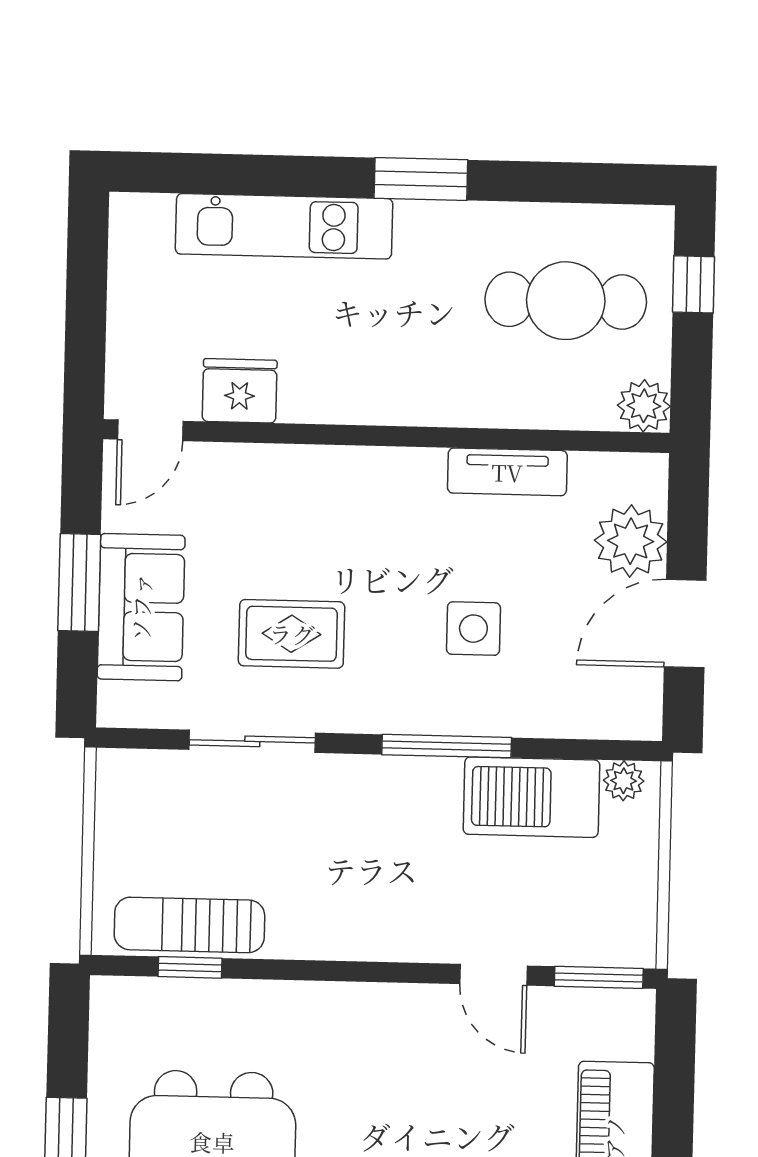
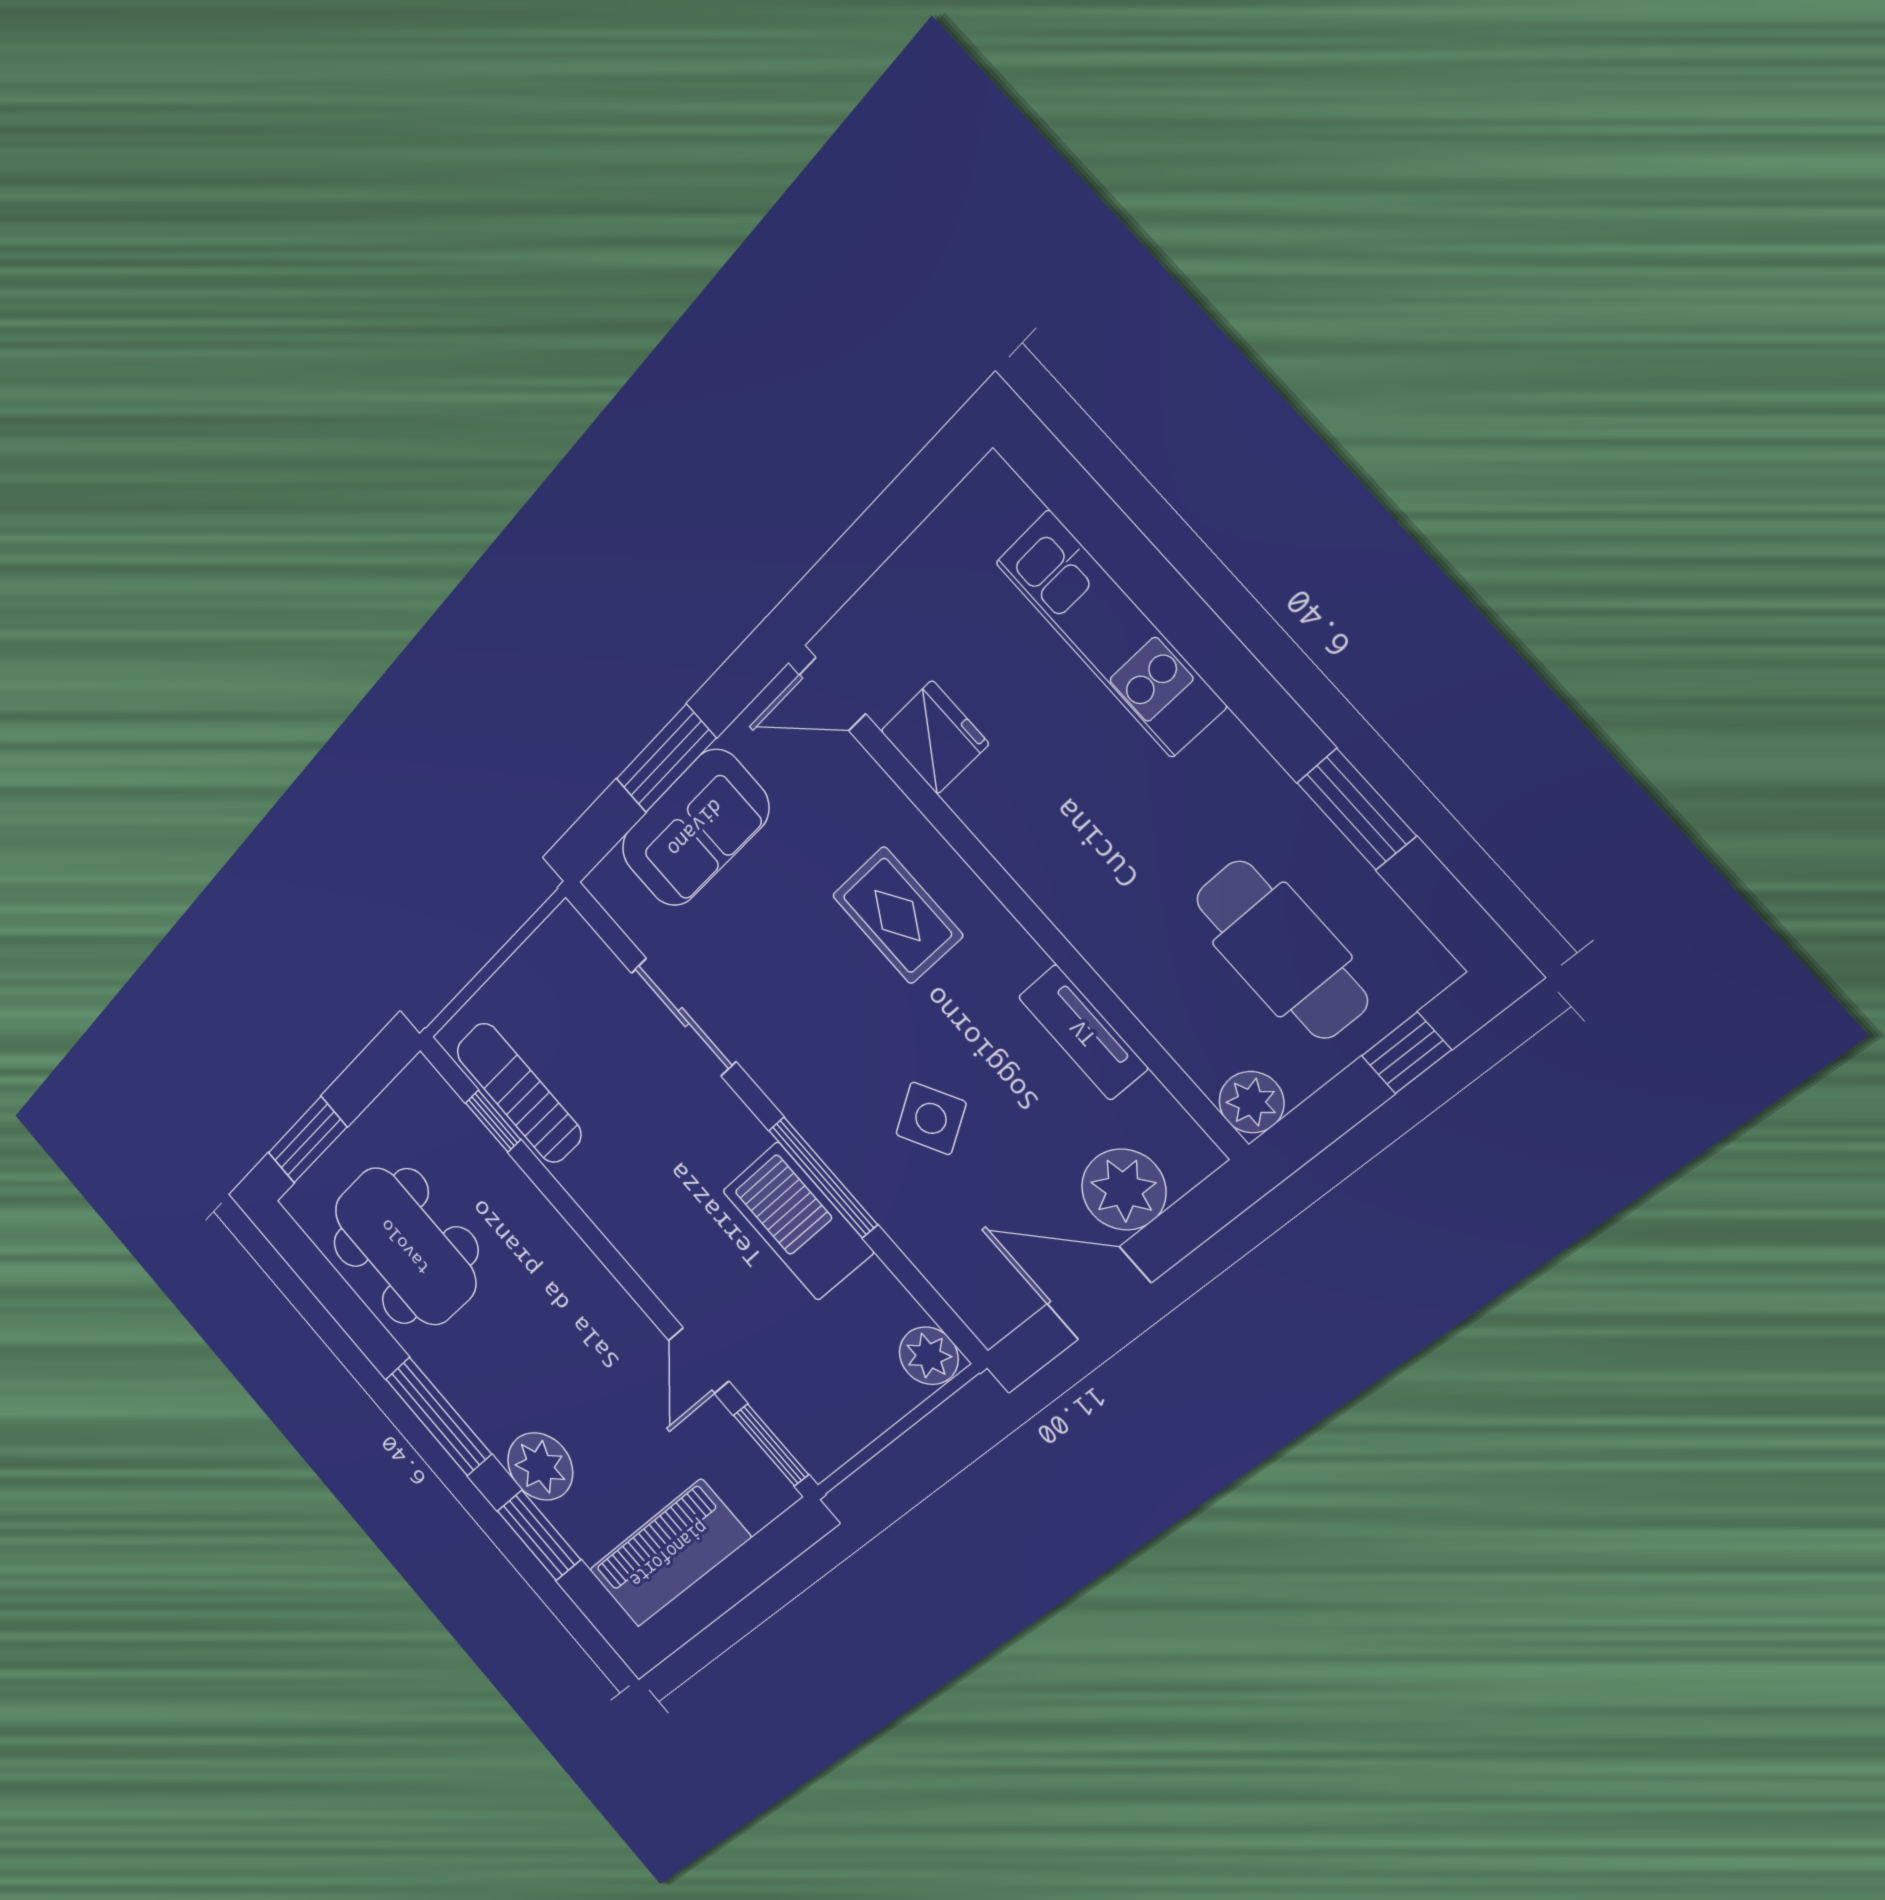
window: (421, 179) -> (1356, 809), moved
side table: (473, 629) -> (931, 1118), turned -30
rug: (292, 634) -> (897, 916), moved
plant: (624, 781) -> (929, 1356), width x1.38, depth x1.38
barbecue: (531, 797) -> (798, 1221), moved

